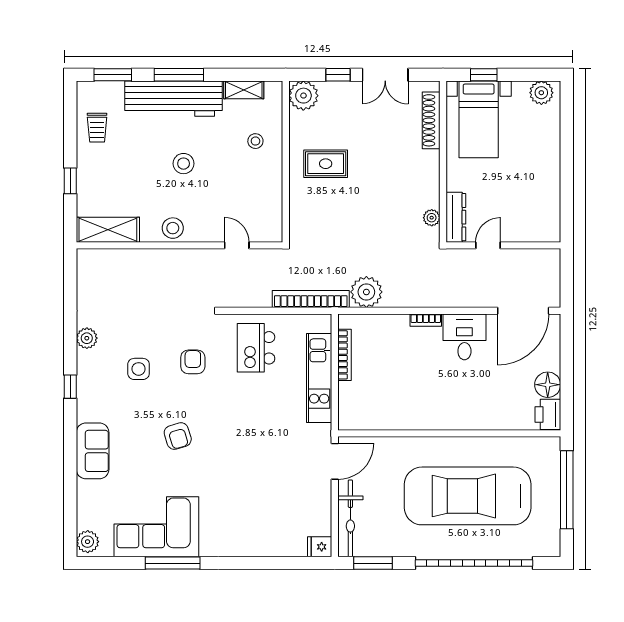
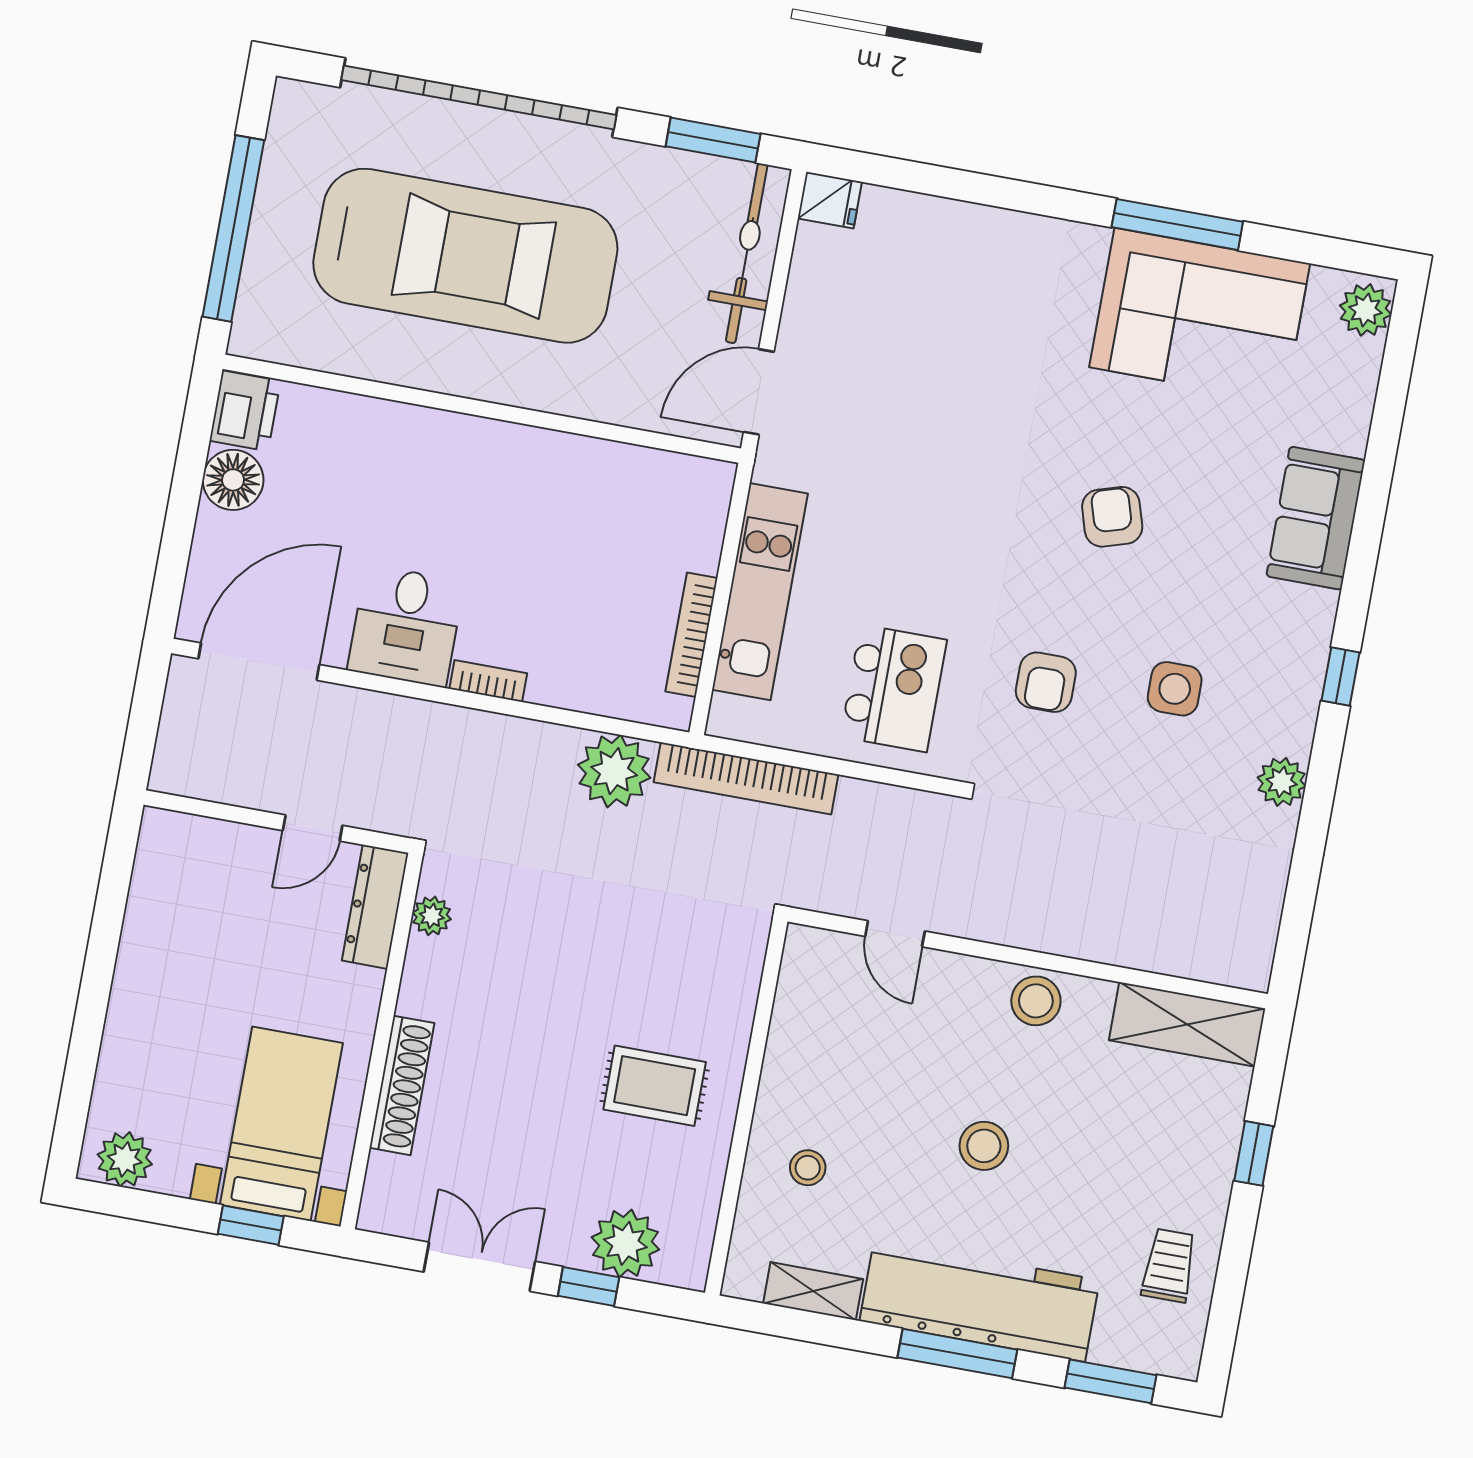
plant: (303, 96) -> (625, 1243), moved
shoe rack: (431, 120) -> (402, 1085), moved

